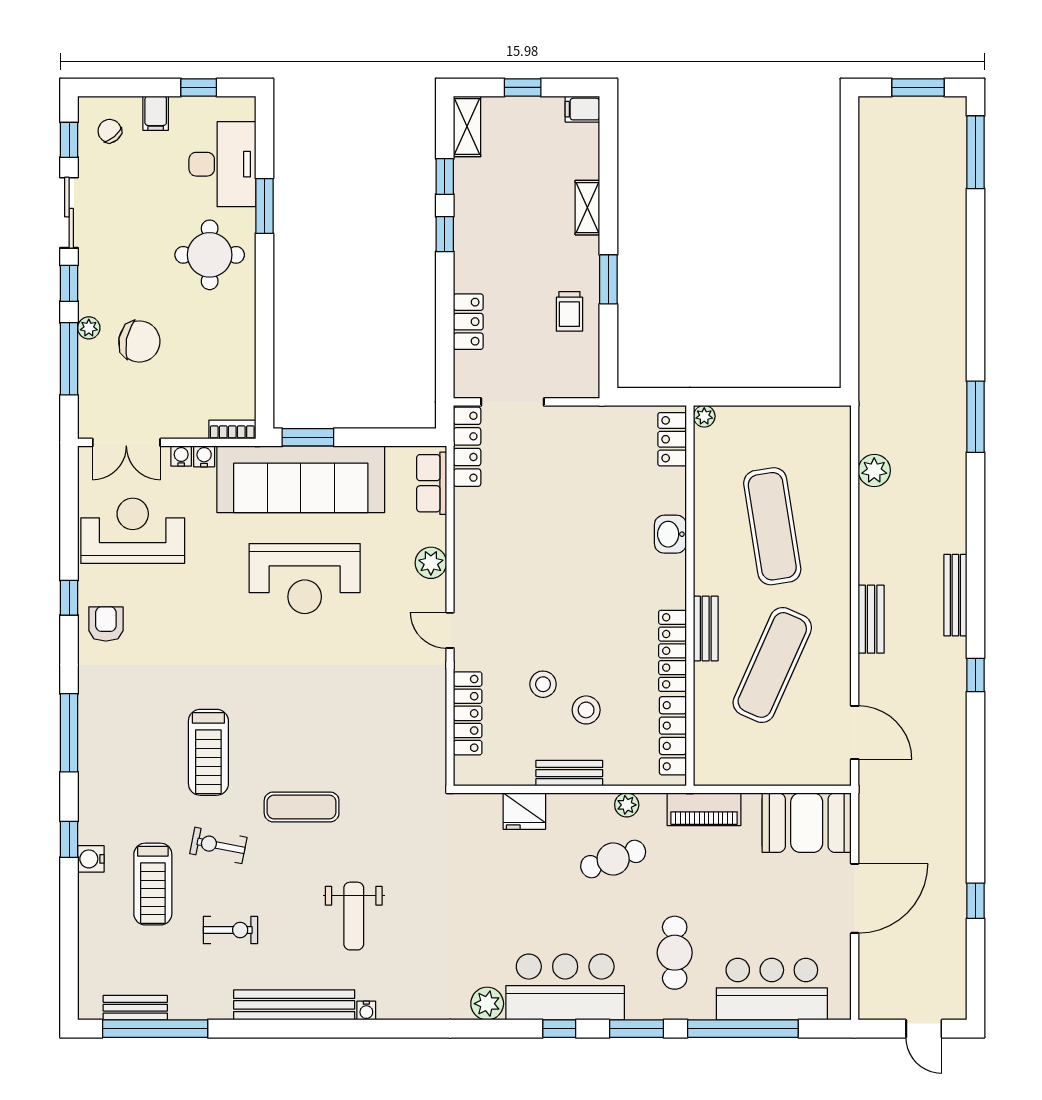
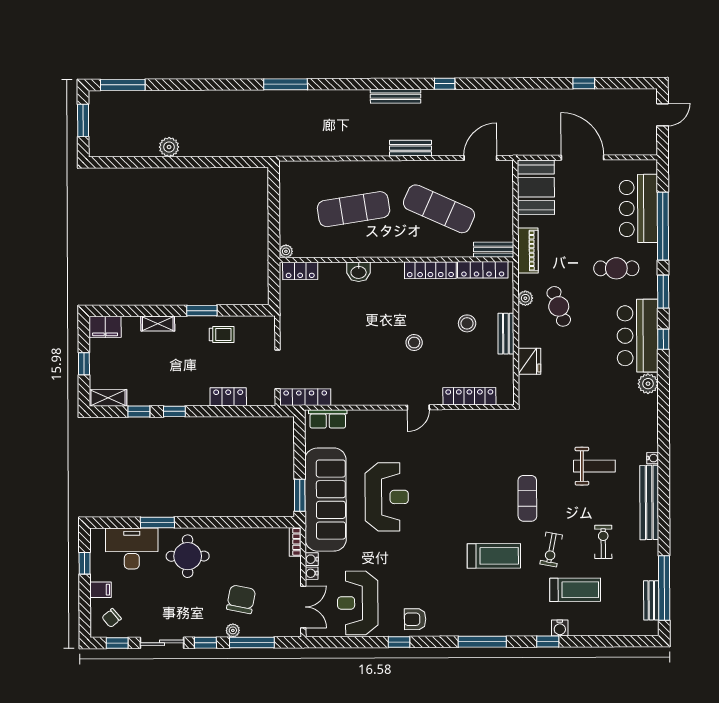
filing cabinet: (582, 109) -> (105, 327), width x2.00
plant: (874, 470) -> (169, 147), moved
plant: (431, 563) -> (377, 419), removed
bench: (706, 628) -> (494, 250), moved
stool: (543, 684) -> (414, 342), moved

